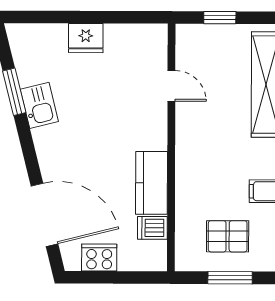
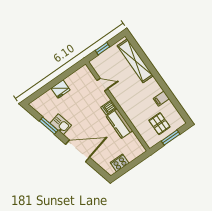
door: (44, 215) -> (78, 151), moved
dishwasher: (152, 228) -> (109, 108), moved
pallet: (228, 236) -> (159, 124), turned 90

